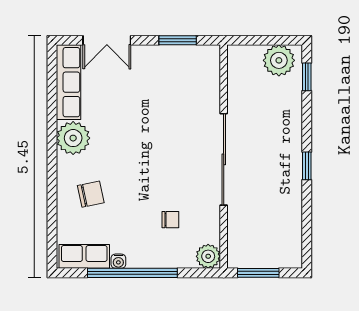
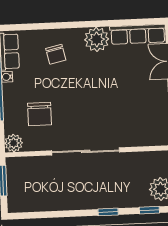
window: (307, 166) -> (108, 212), moved
chair: (170, 220) -> (40, 114), width x1.87, depth x1.87

